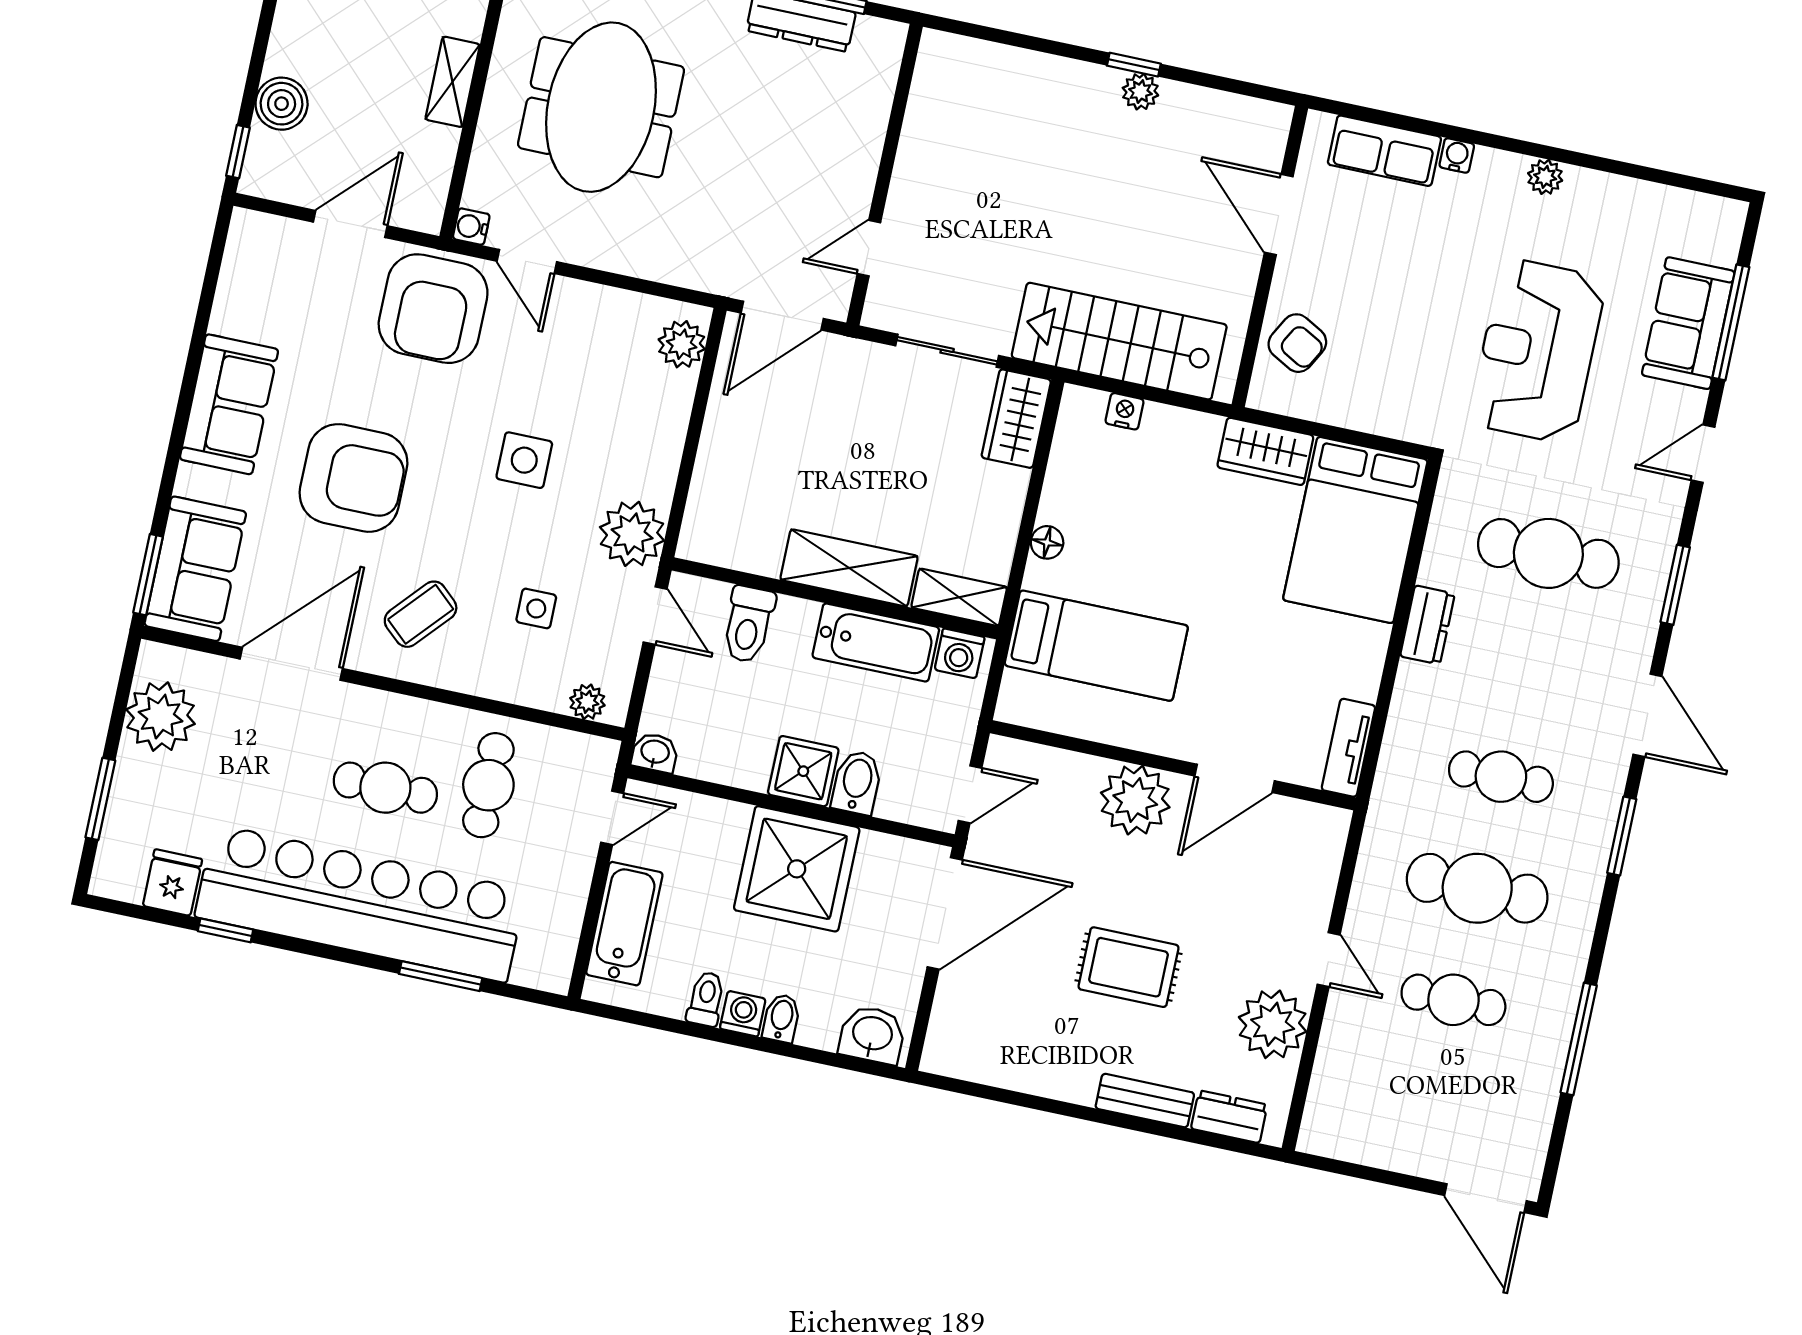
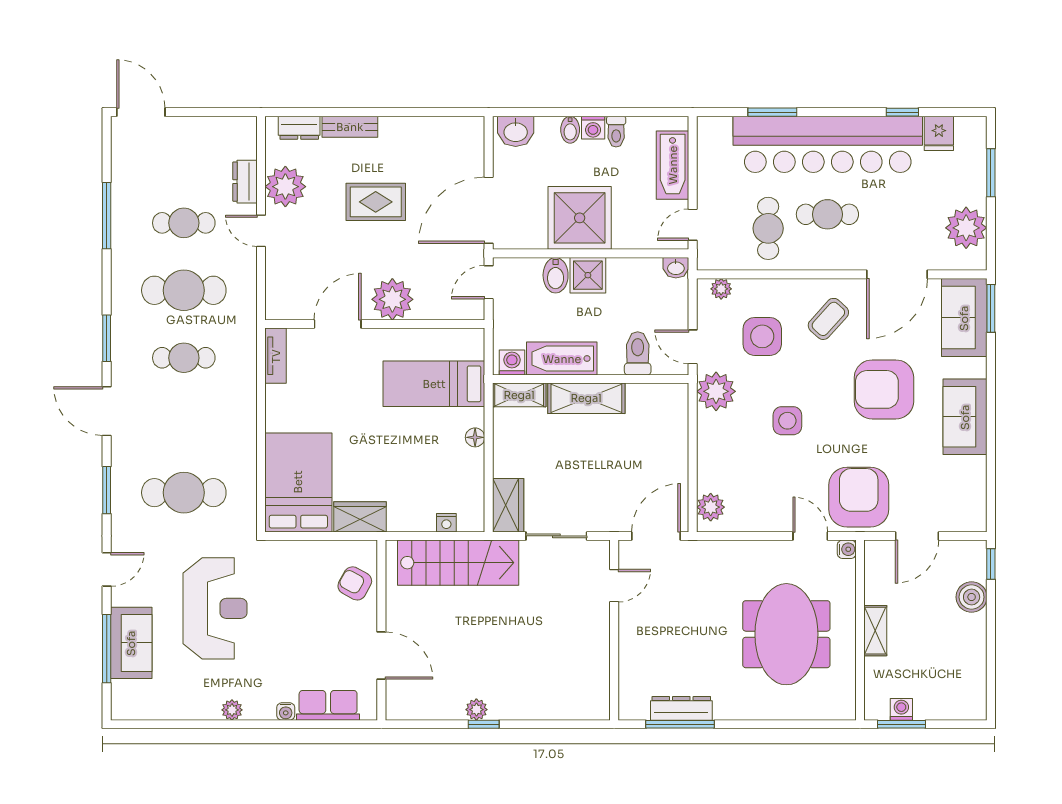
side table: (536, 608) -> (762, 336), width x1.87, depth x1.87
dresser: (1427, 625) -> (245, 182), moved

